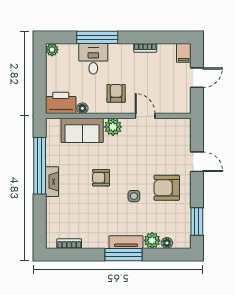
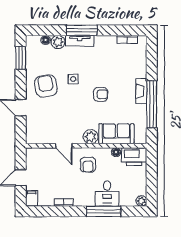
armchair: (167, 188) -> (46, 86), turned -99

